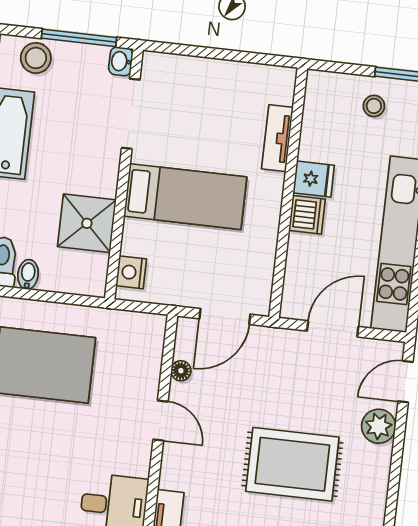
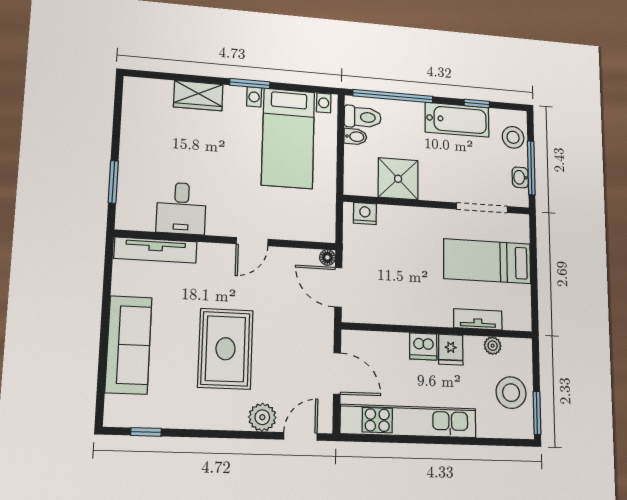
washbasin: (121, 61) -> (520, 177), moved, turned -90
stool: (374, 106) -> (511, 393), width x1.89, depth x1.89
plant: (312, 123) -> (493, 346), added
bed: (185, 197) -> (487, 261), moved, turned 90
floor lamp: (181, 371) -> (327, 257), moved
door: (405, 382) -> (300, 436), hinge flipped

